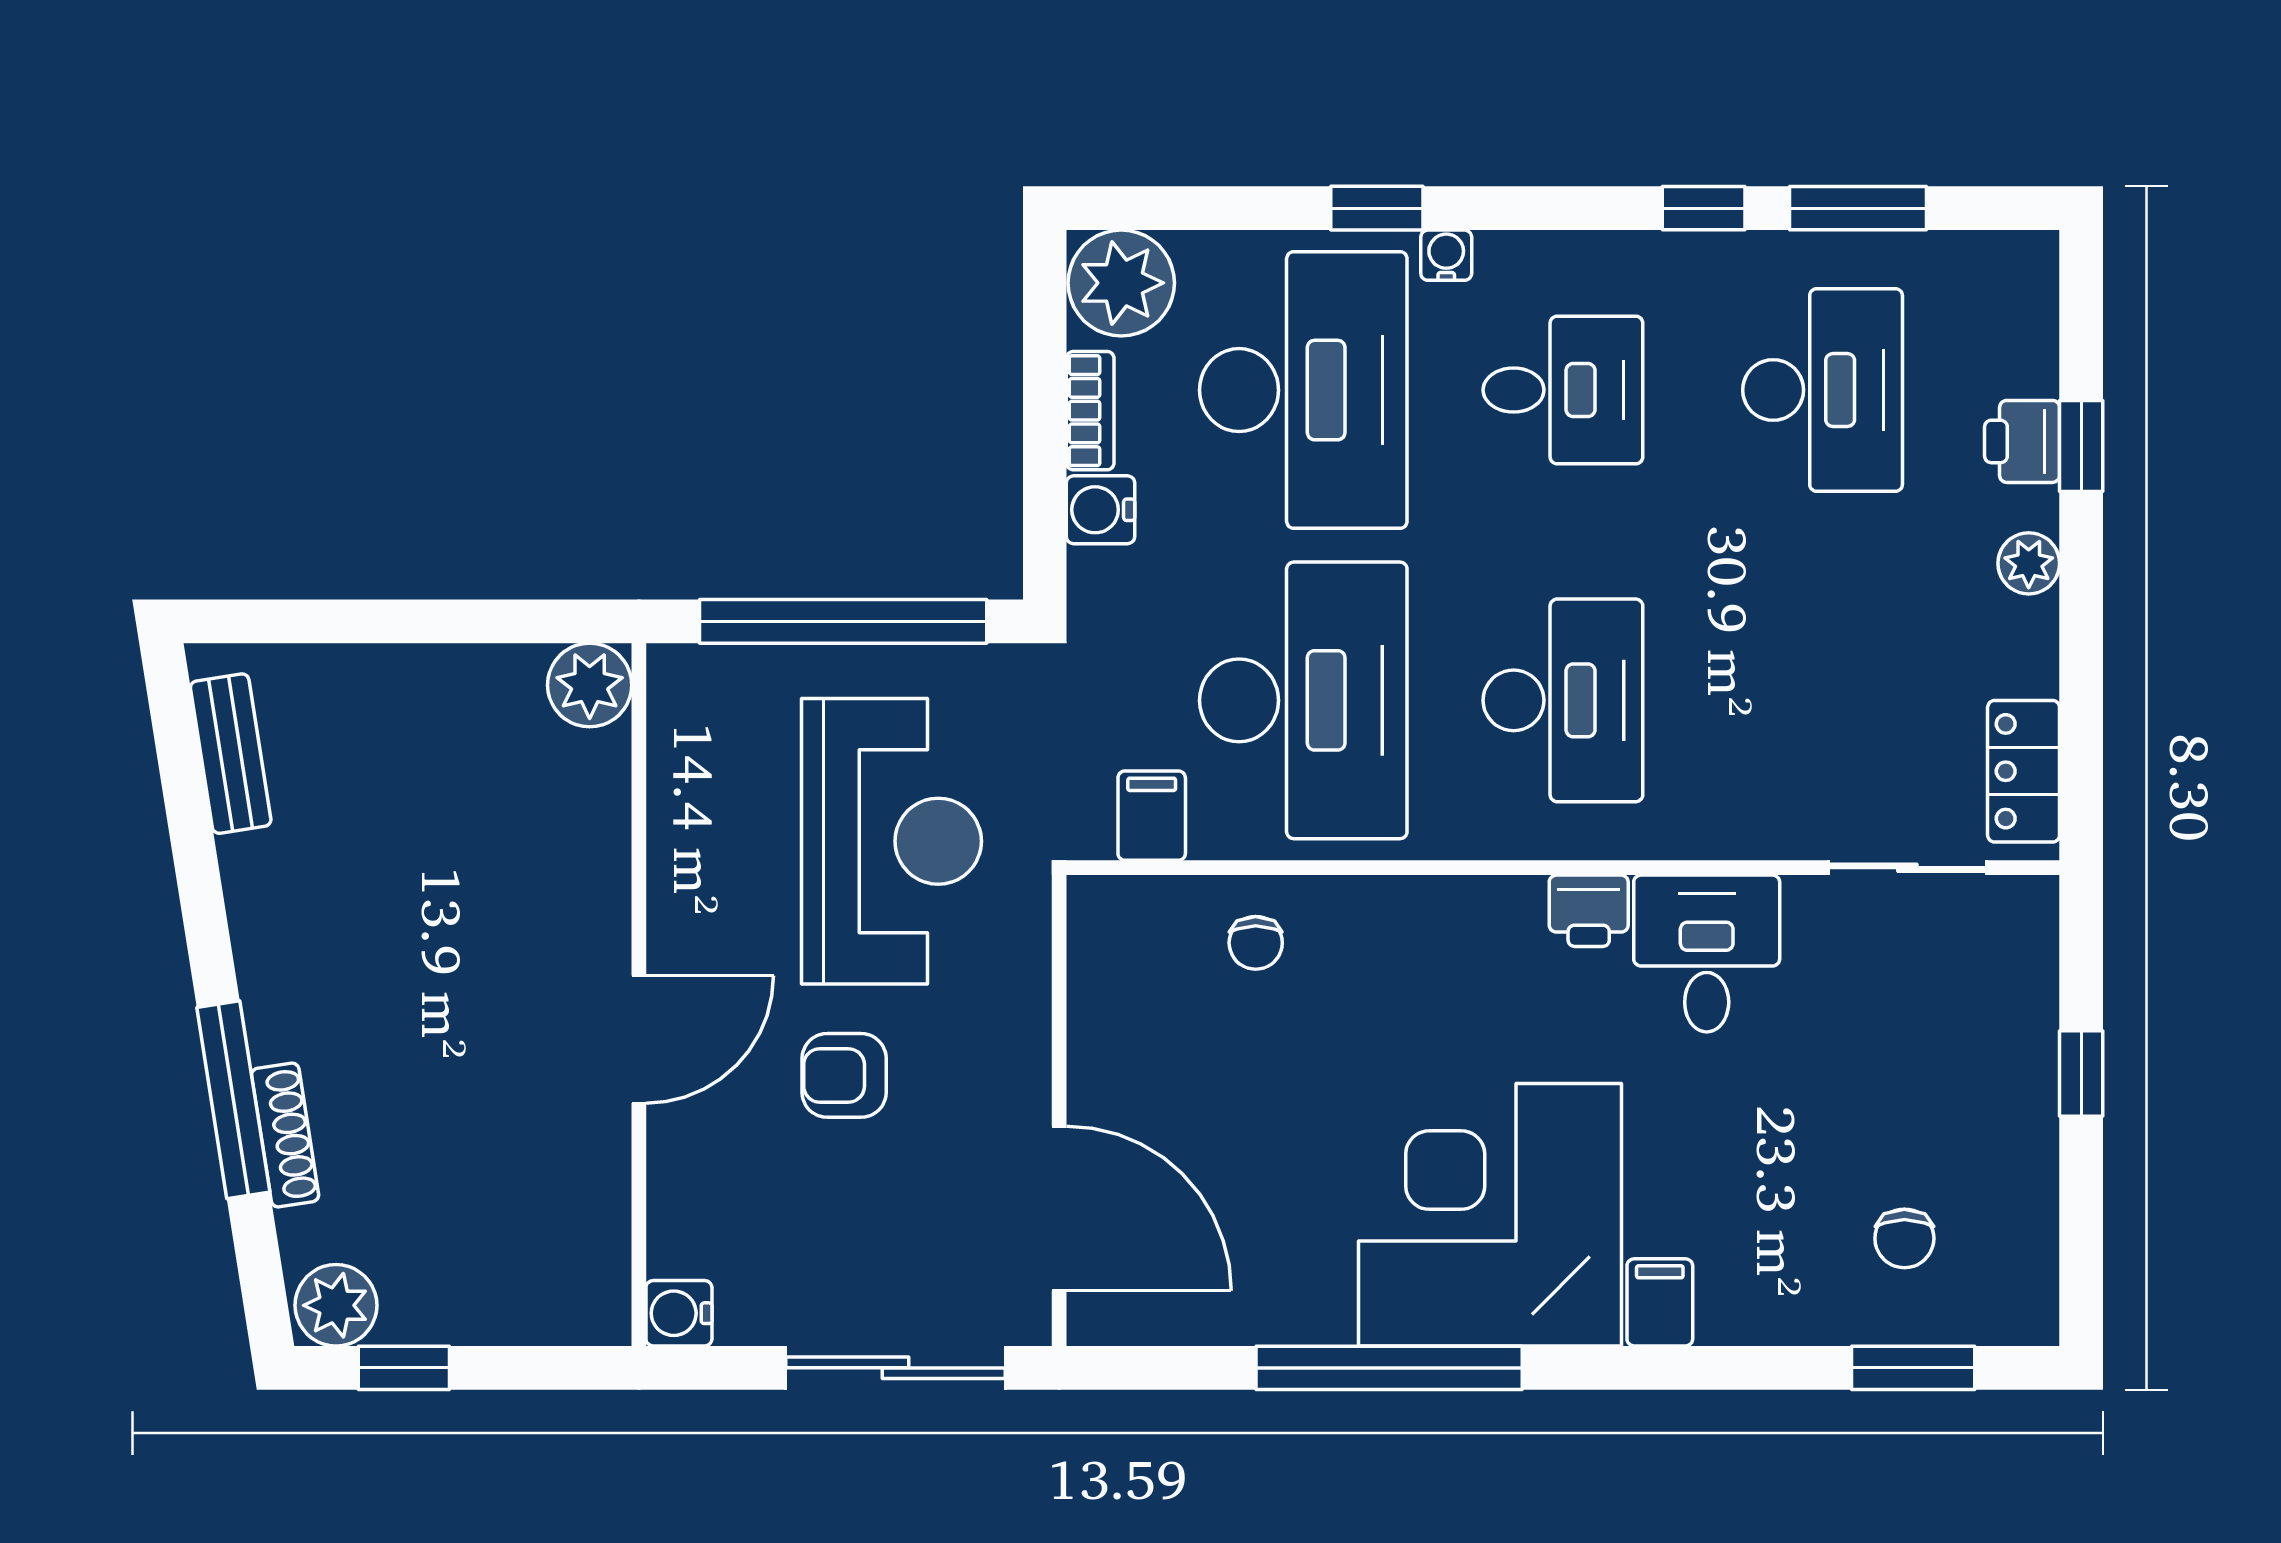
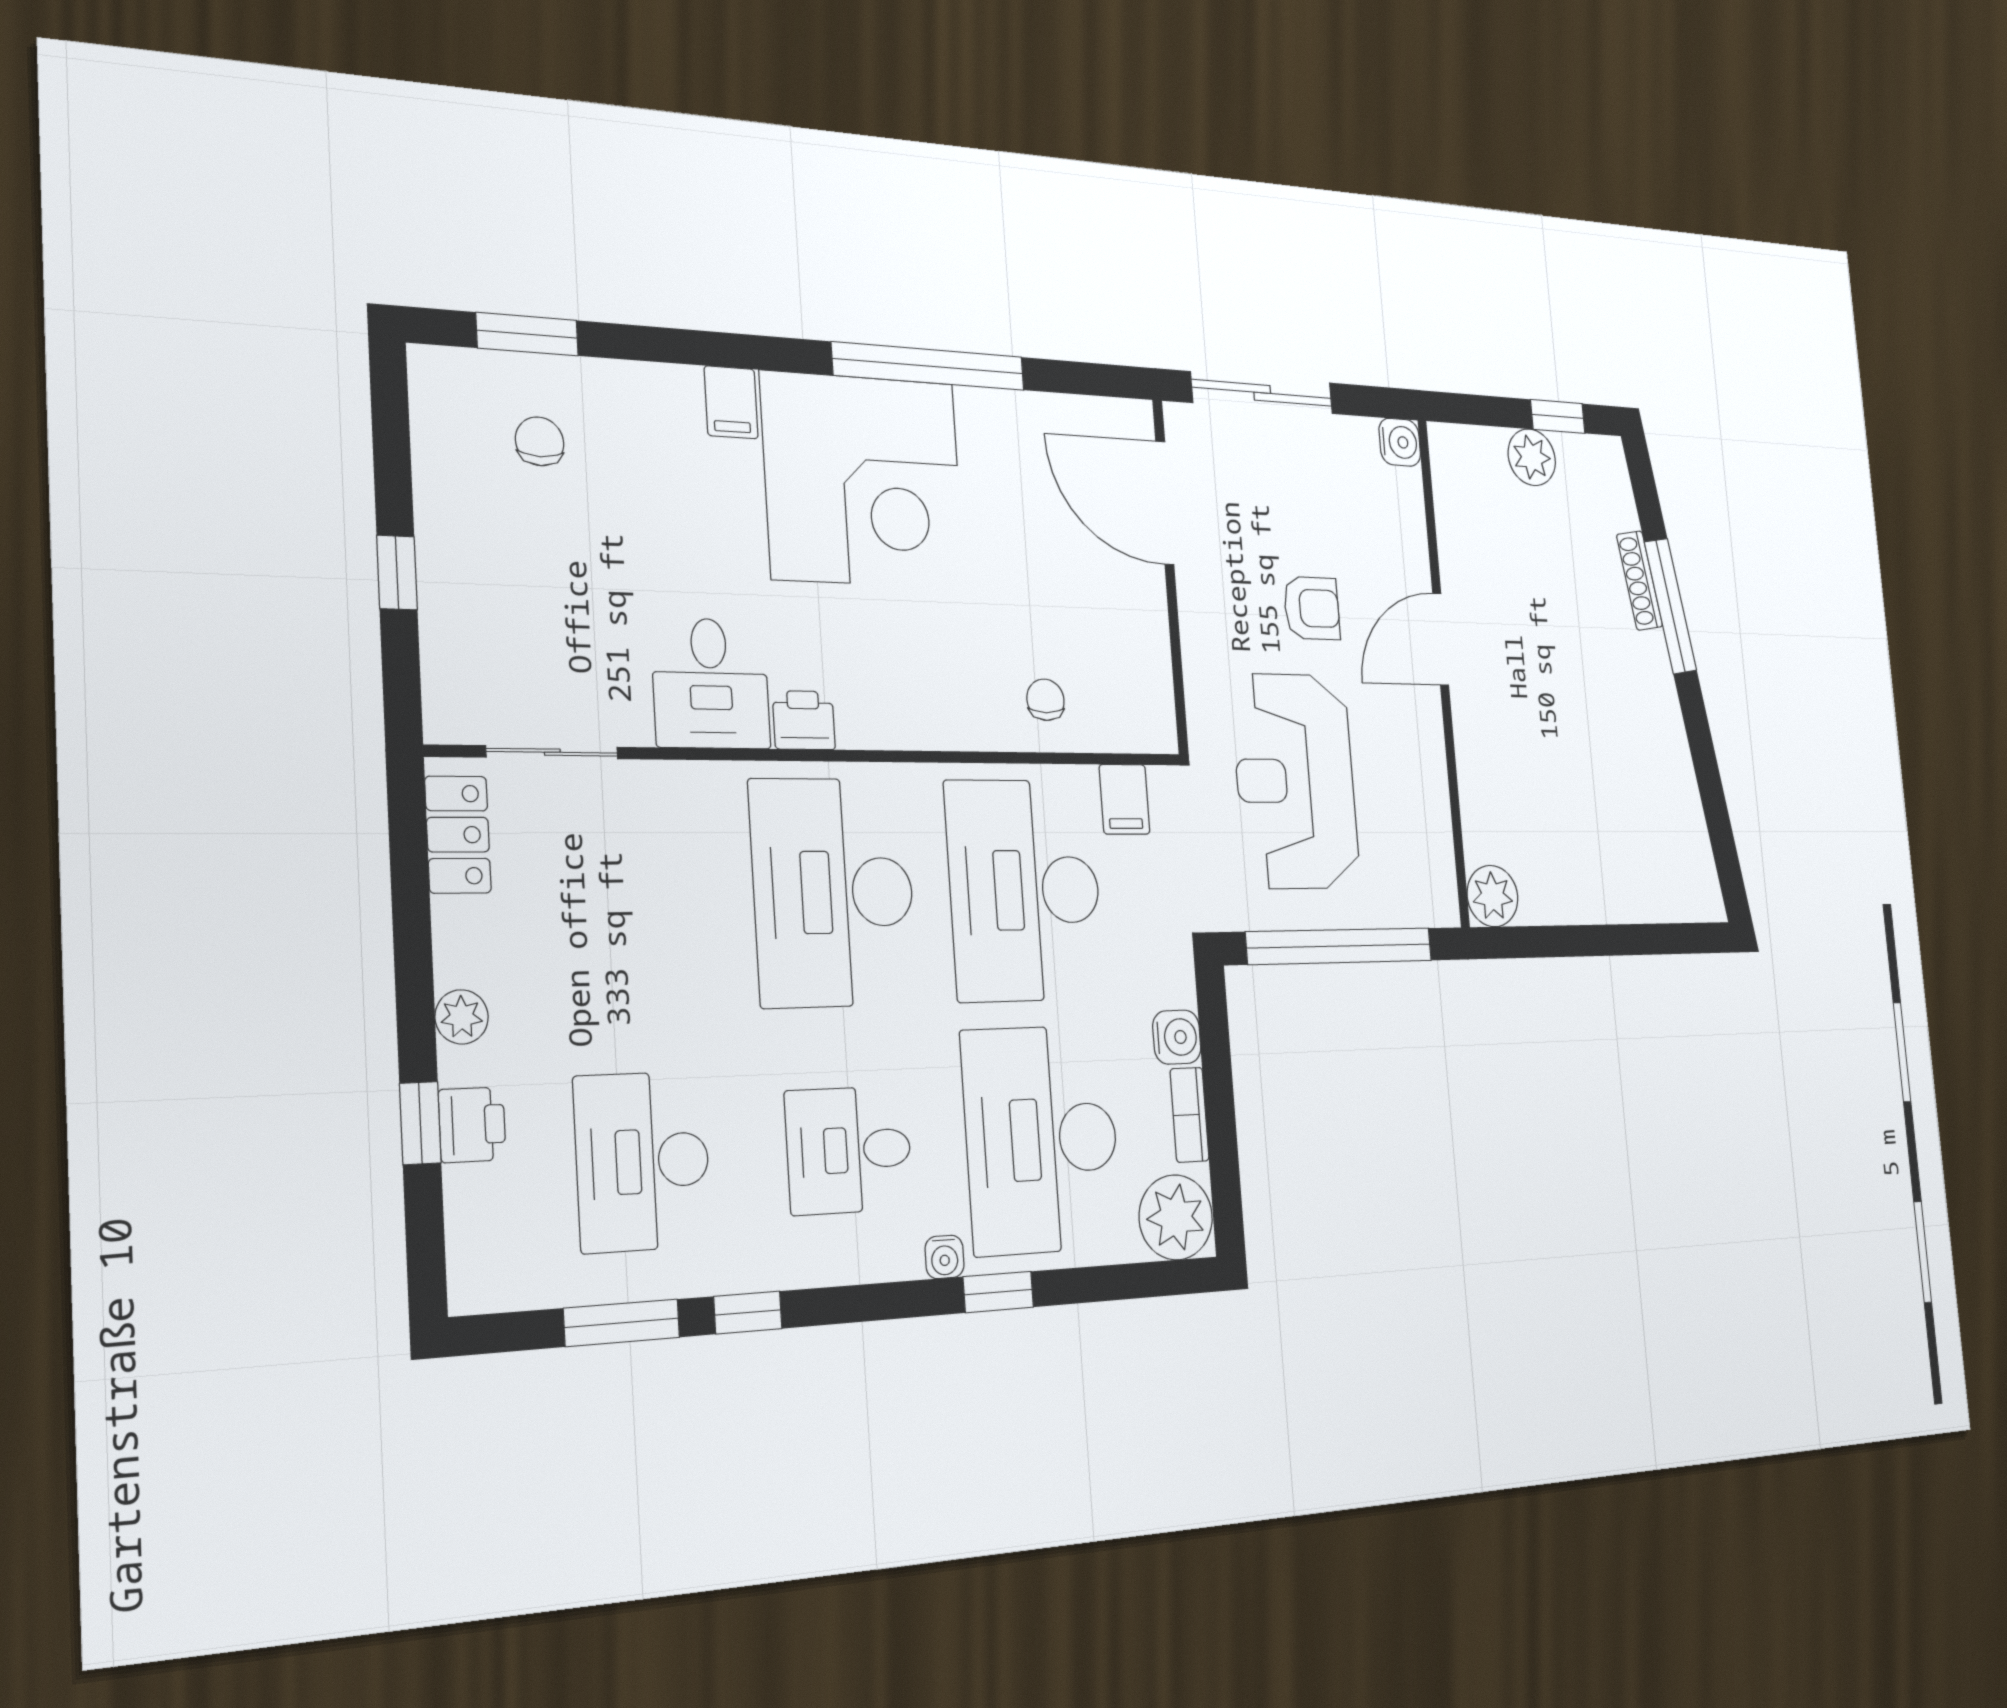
desk: (1563, 700) -> (834, 892), width x1.36, depth x1.30
bench: (231, 754) -> (1695, 845), removed
plant: (336, 1305) -> (1532, 457), moved

